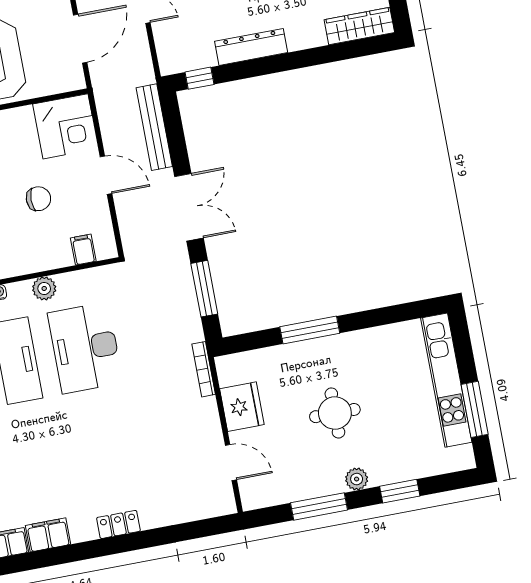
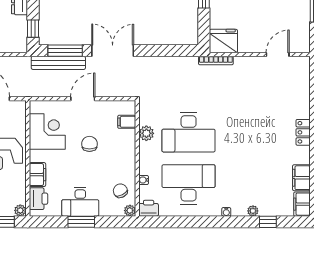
corner desk: (66, 126) -> (47, 132), moved
plant: (44, 288) -> (146, 133), moved
window: (204, 289) -> (65, 51), moved
fridge: (242, 407) -> (223, 41), moved

